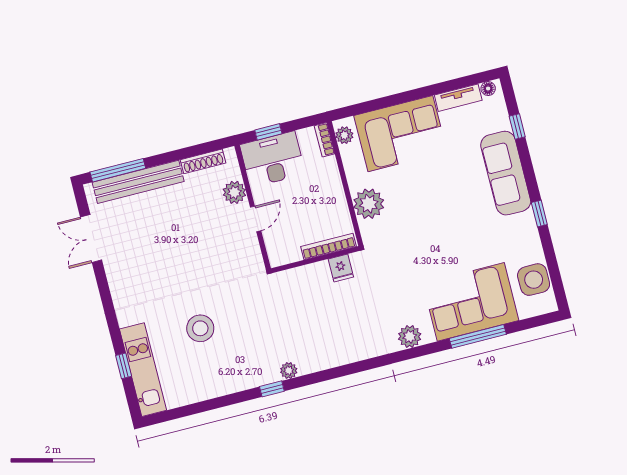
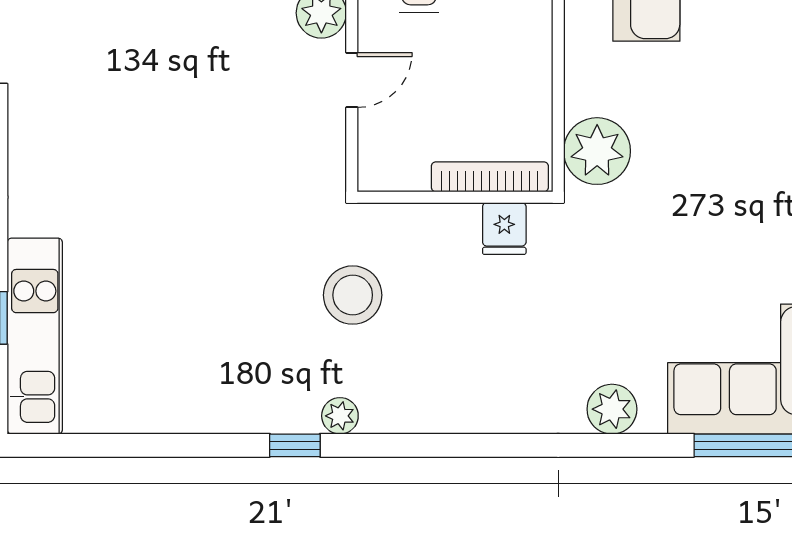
plant: (369, 204) -> (597, 151), moved
stool: (200, 328) -> (353, 295), moved

